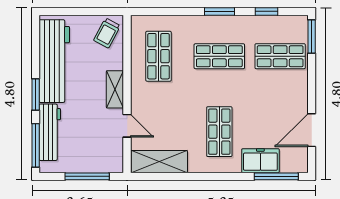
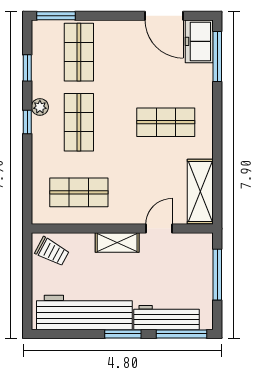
window: (219, 11) -> (27, 122), width x0.67
plant: (233, 22) -> (40, 107), added
freezer: (260, 161) -> (199, 41), moved

